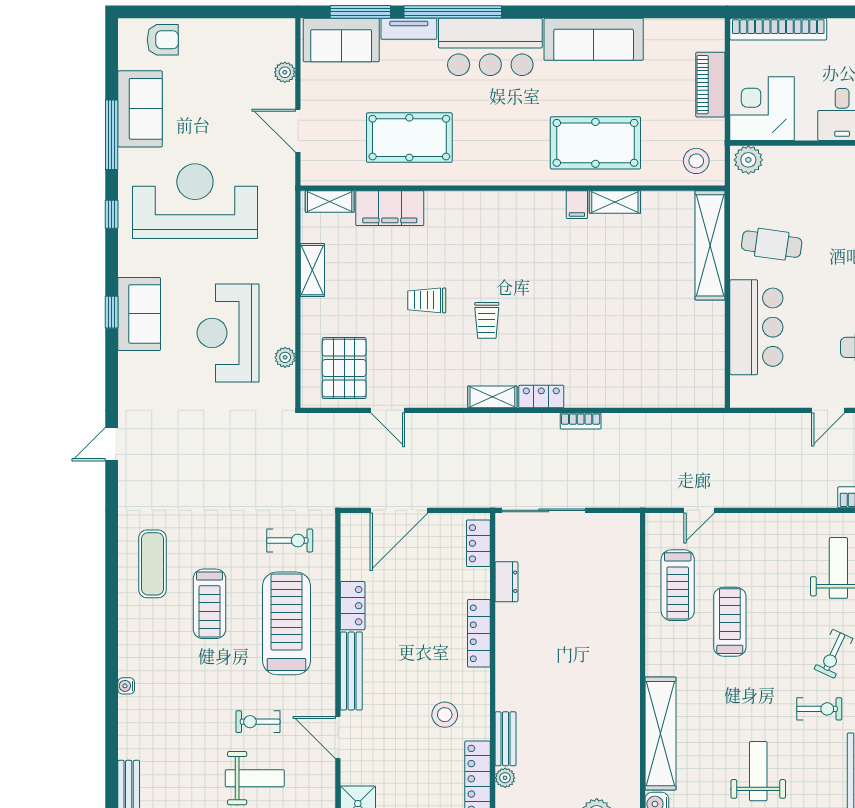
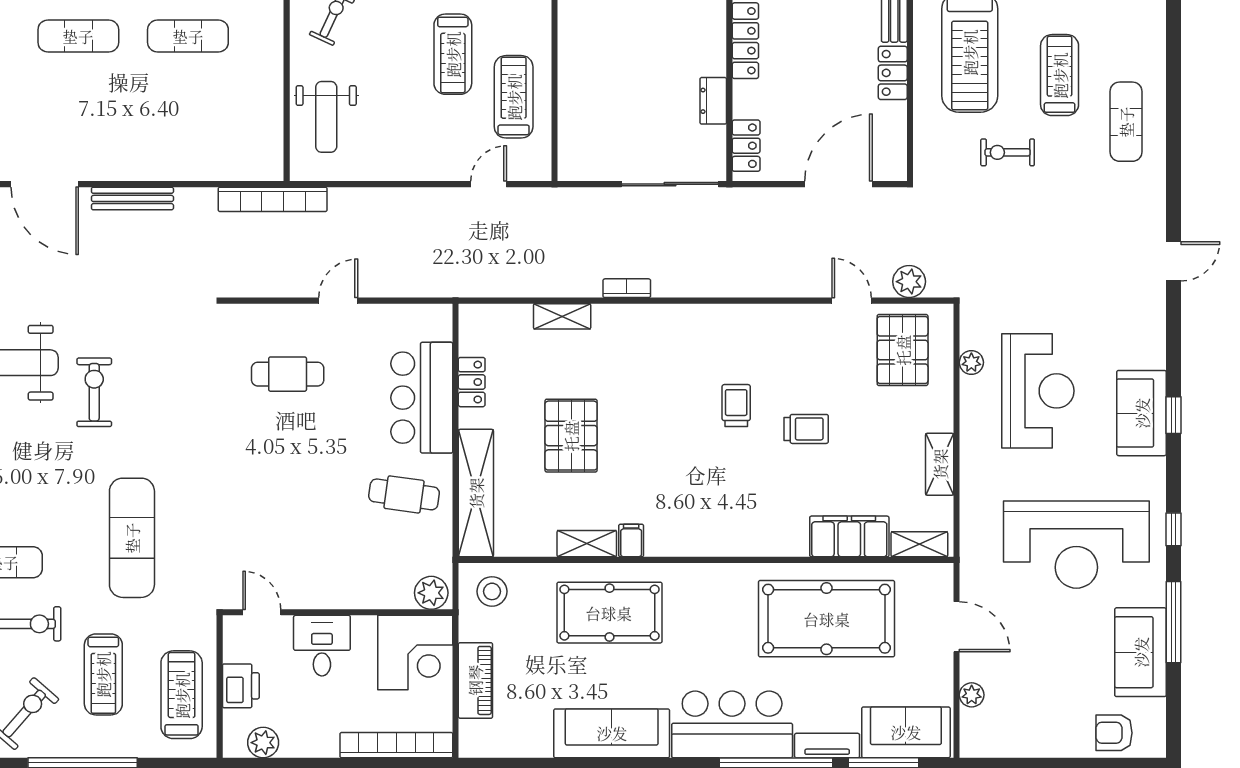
pool table: (409, 138) -> (827, 619), width x1.36, depth x1.32
pallet: (628, 295) -> (571, 436), added
shelving: (492, 397) -> (562, 316), moved
locker: (541, 397) -> (472, 382), moved, turned -90
plant: (338, 427) -> (909, 282), added
exercise bike: (290, 540) -> (1008, 152), moved

